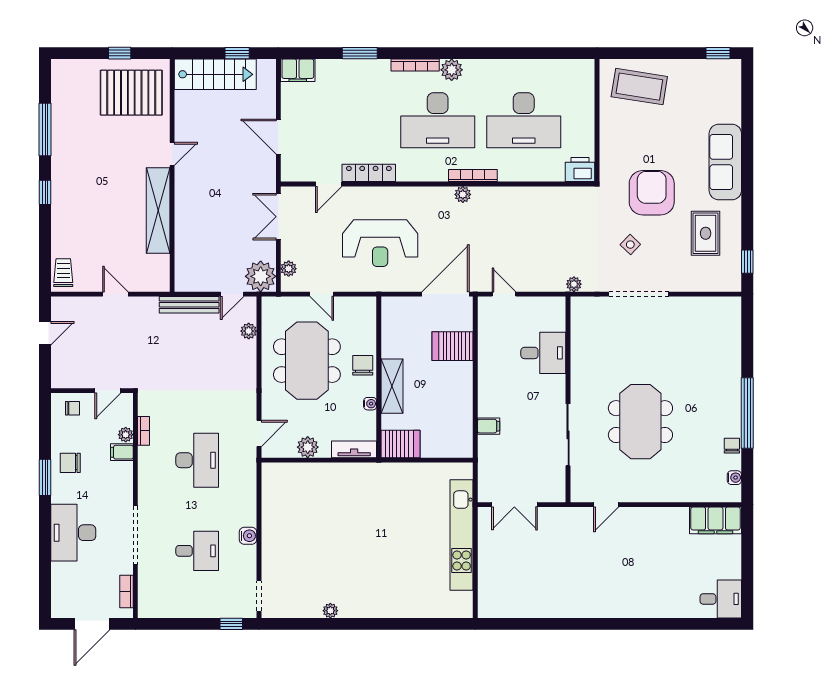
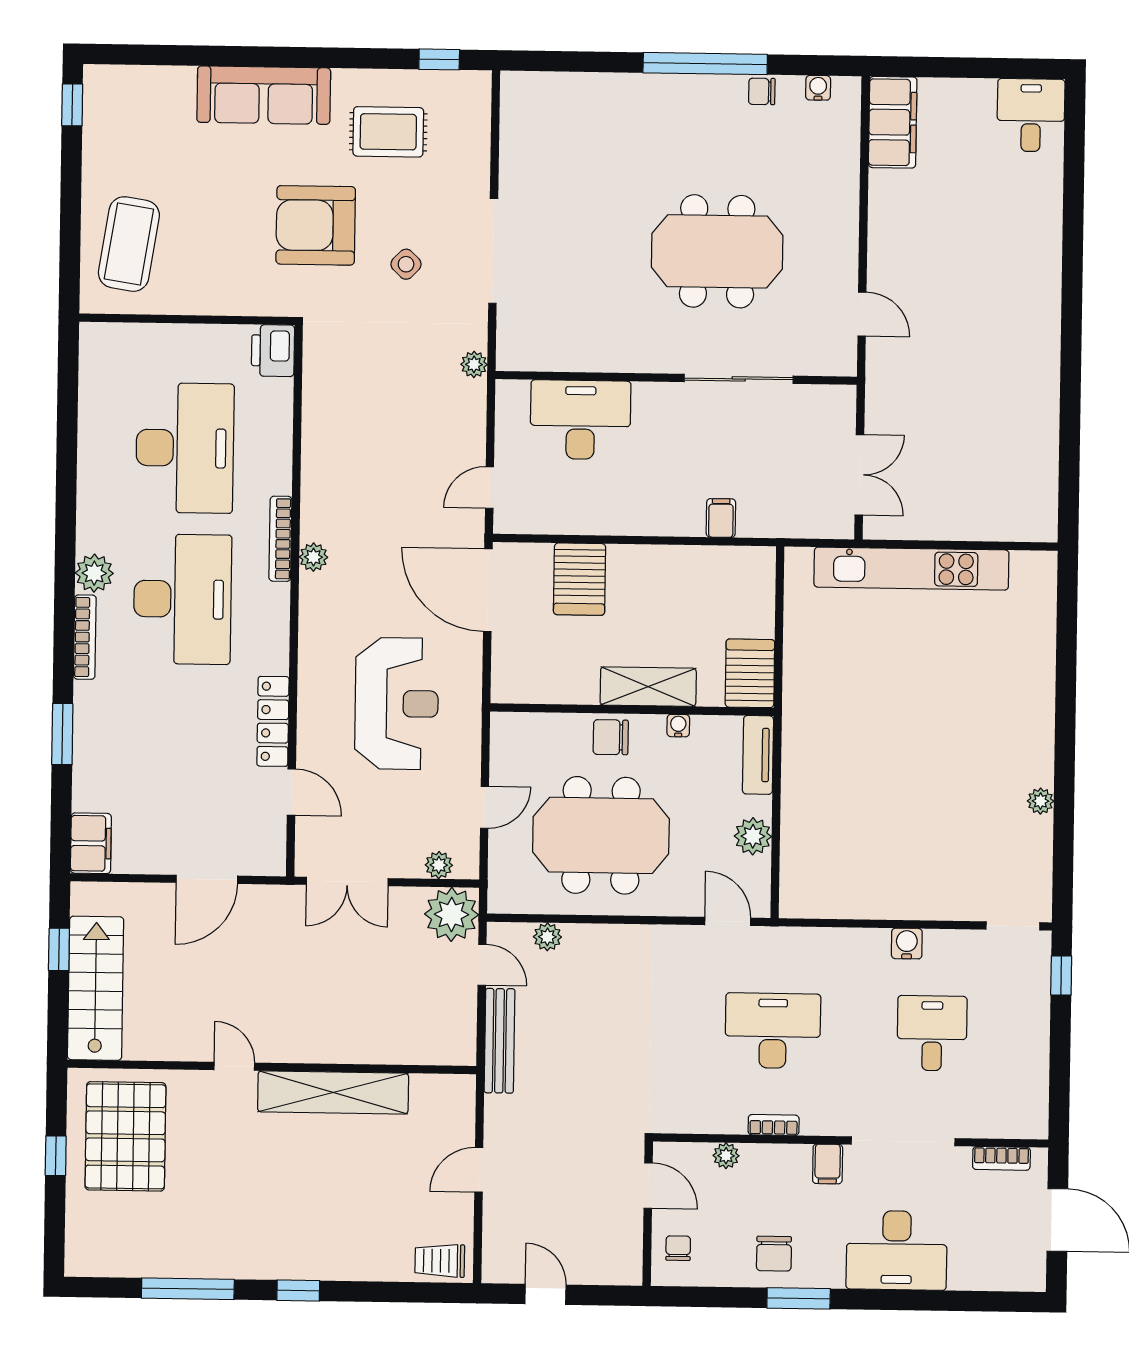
desk: (543, 353) -> (580, 420), width x1.37
bookcase: (144, 431) -> (774, 1125), moved
filing cabinet: (122, 452) -> (828, 1164), moved

